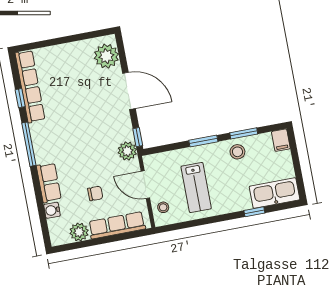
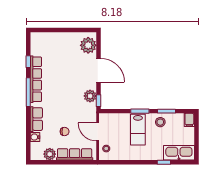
row of seats: (30, 86) -> (36, 79), moved
plant: (127, 151) -> (90, 96), moved
lab bench: (196, 187) -> (138, 130), moved

